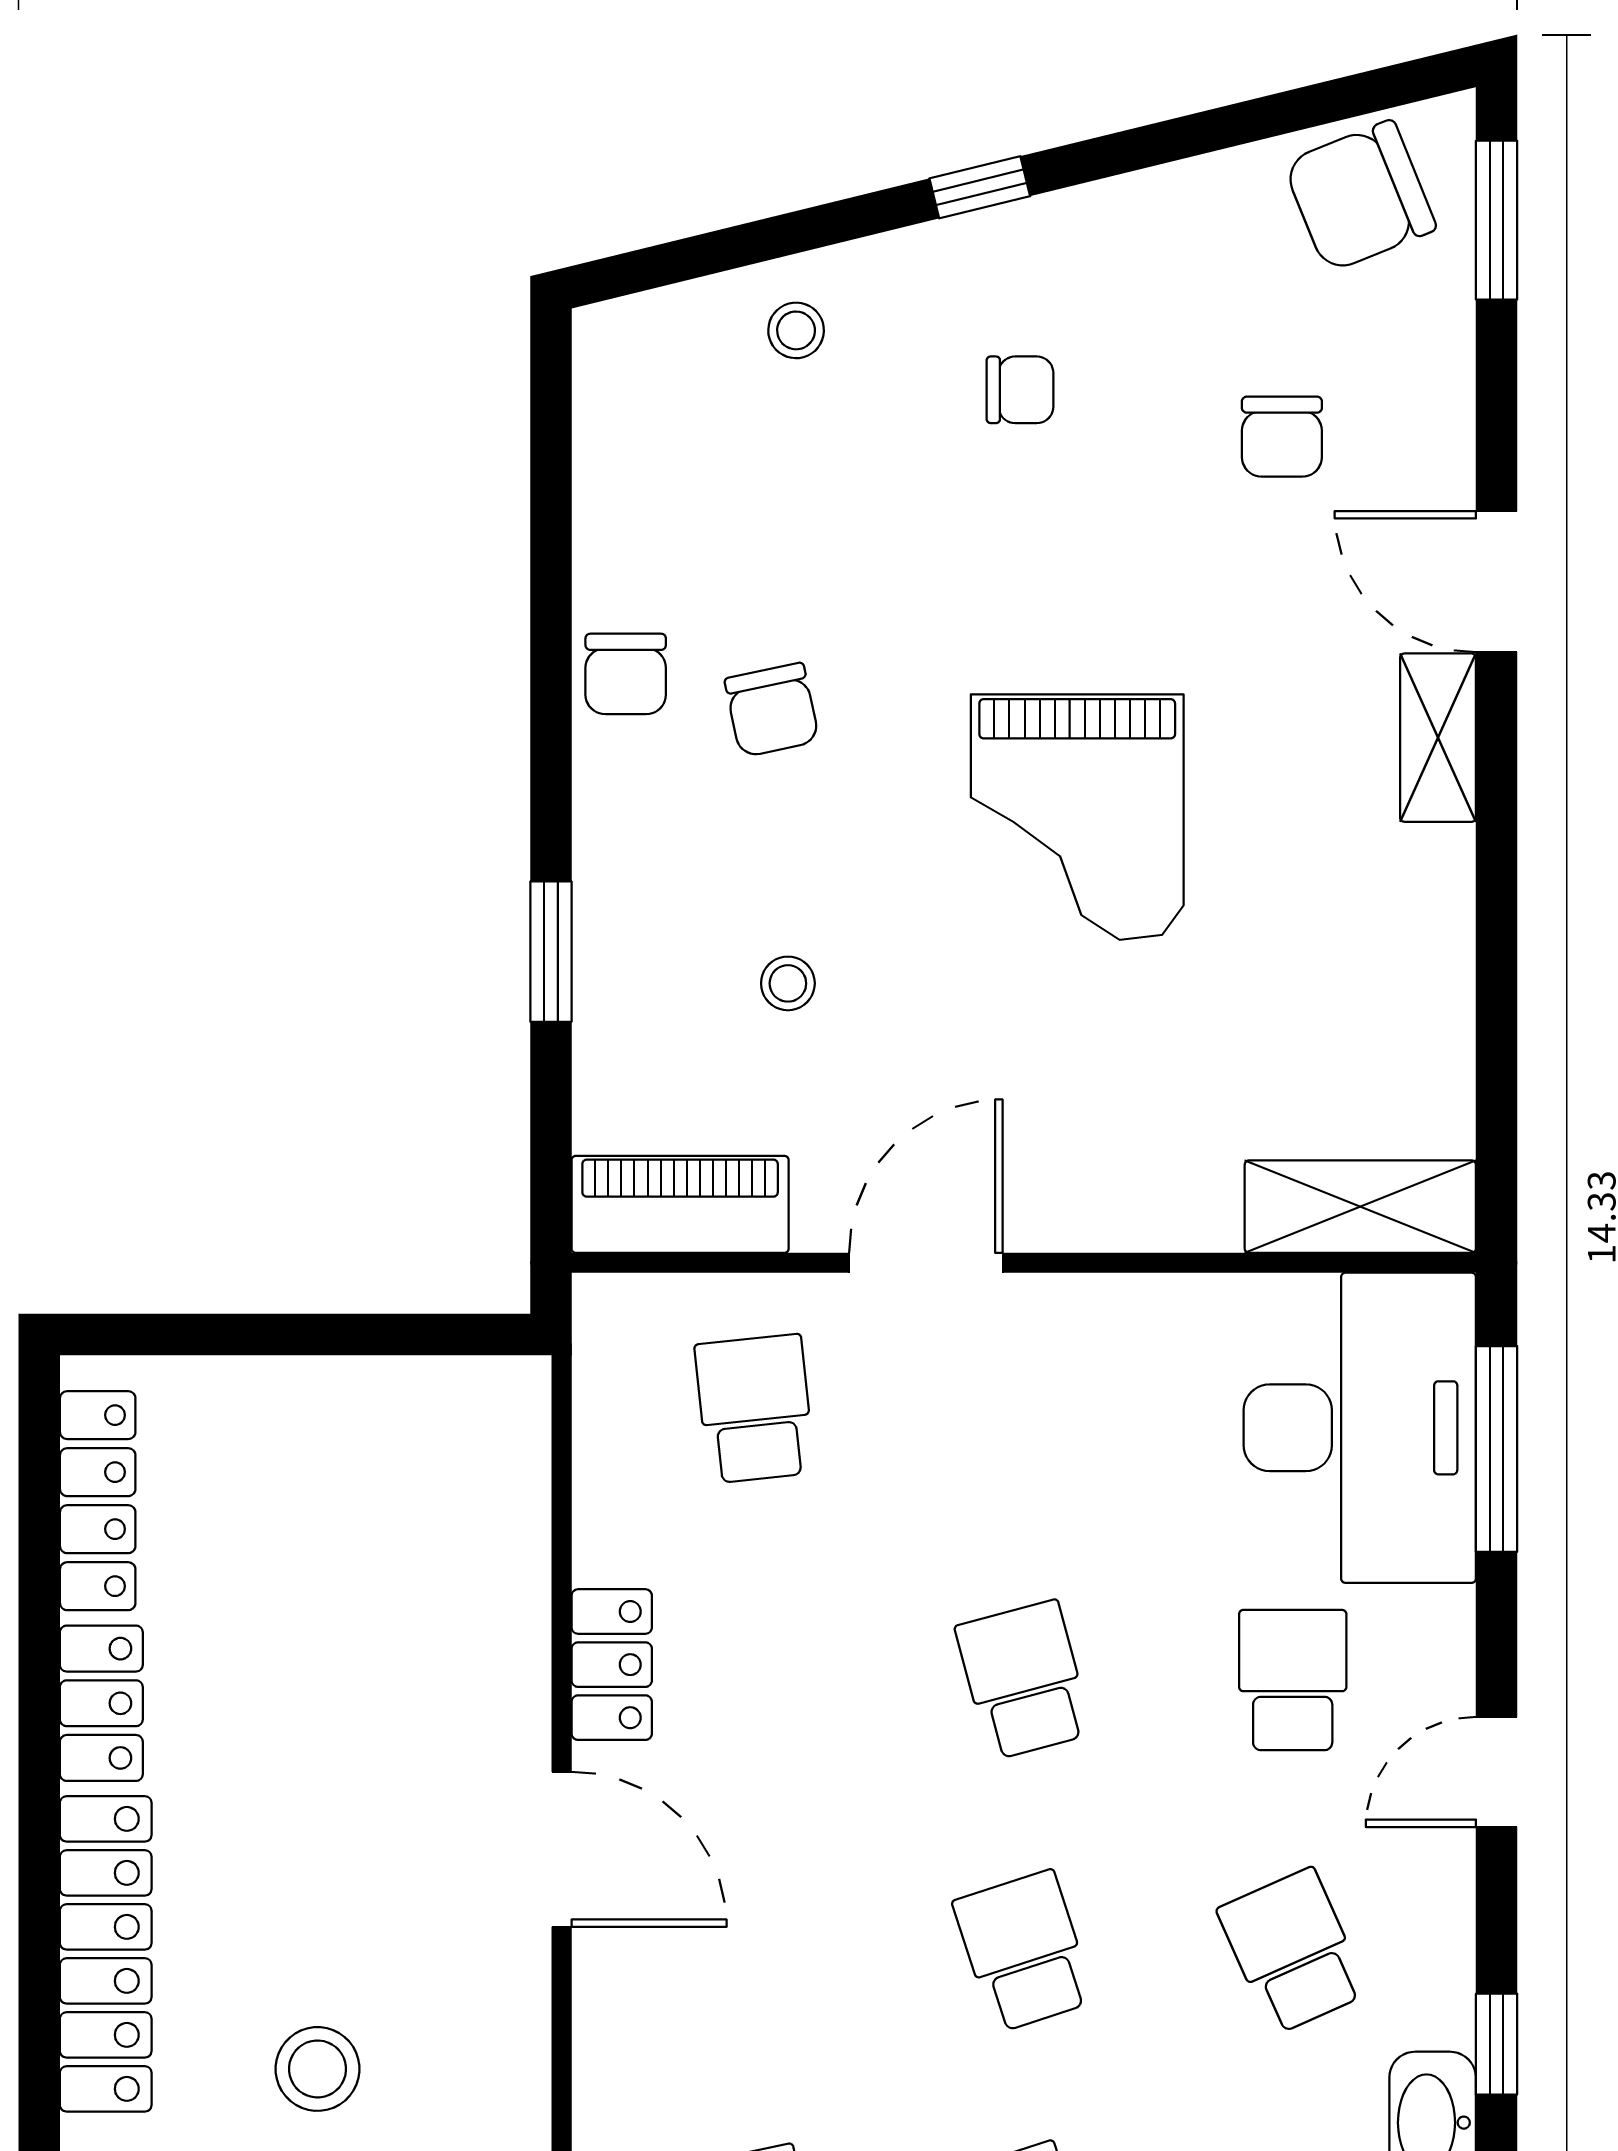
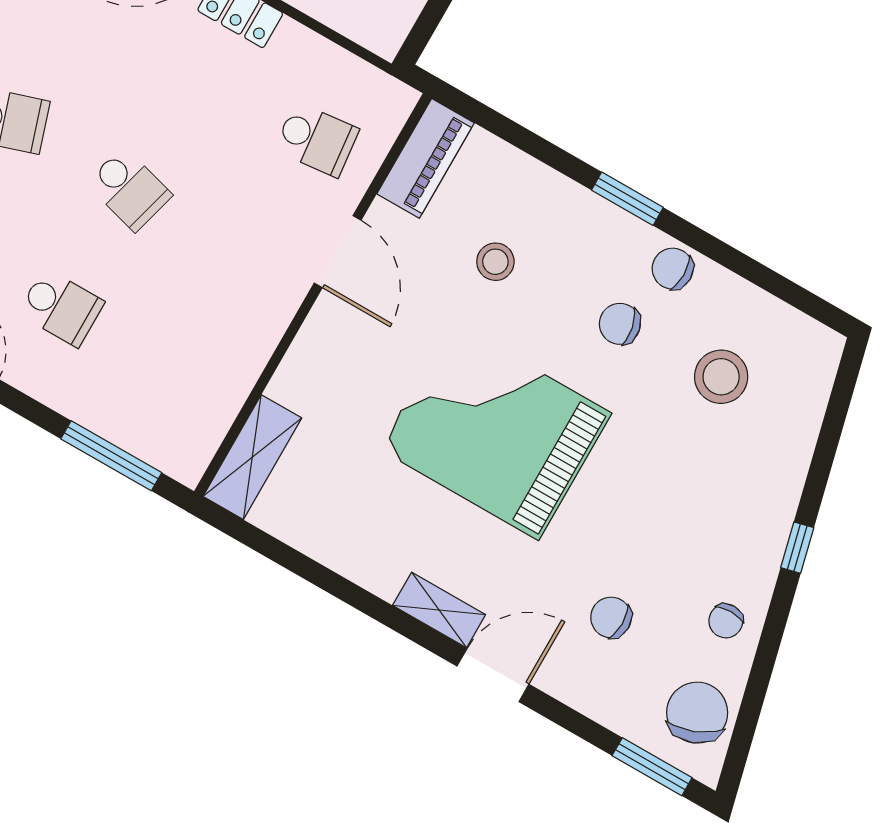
stool: (796, 330) -> (721, 377), moved, width x1.89, depth x1.89
chair: (1020, 390) -> (726, 621), moved
grand piano: (1077, 817) -> (495, 431), width x1.37, depth x1.48
window: (551, 952) -> (627, 199), moved
stool: (788, 983) -> (495, 262), width x1.37, depth x1.37
desk: (1360, 1428) -> (155, 401), removed
school desk: (1024, 1680) -> (129, 189), turned 30

